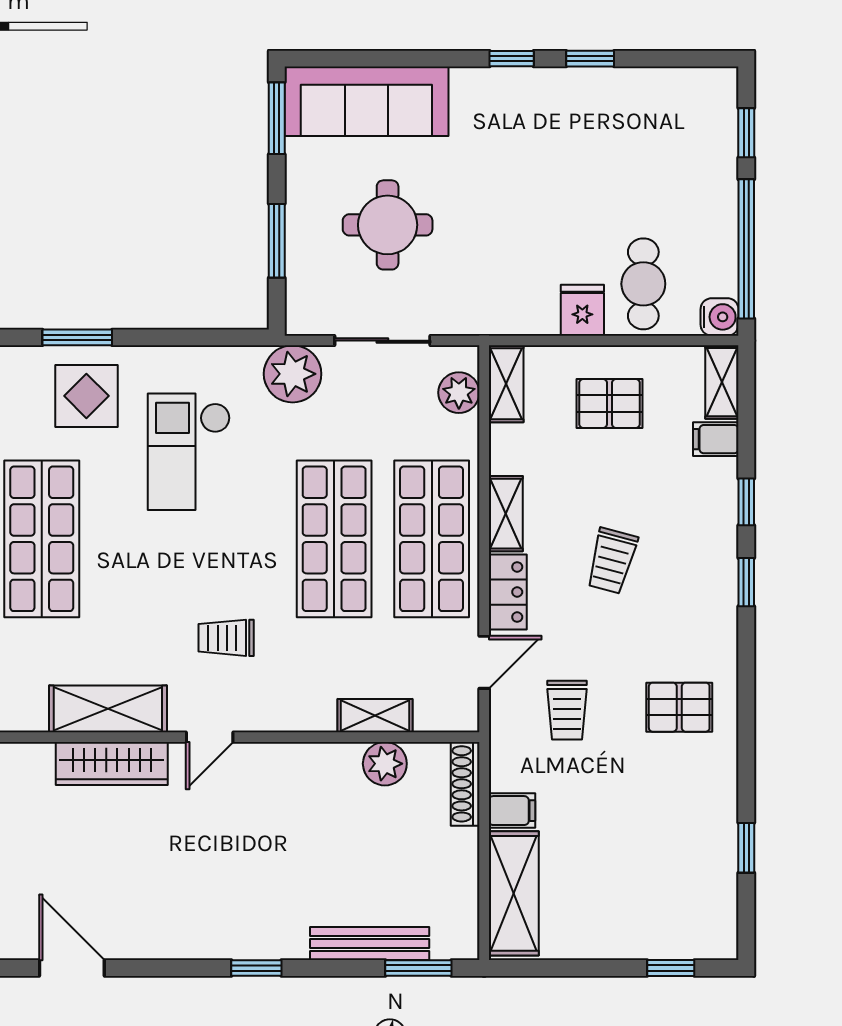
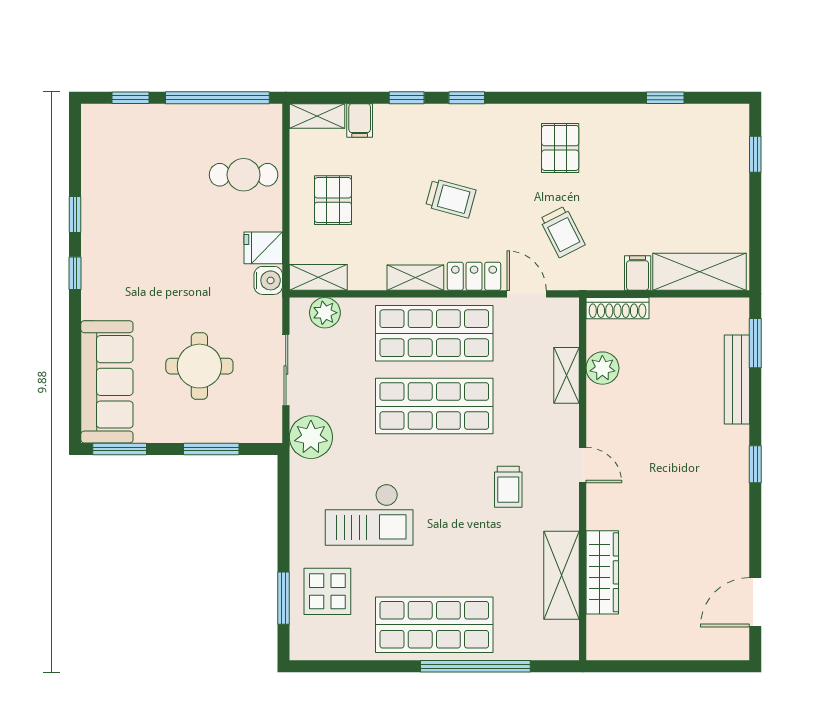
fridge: (582, 310) -> (263, 248), moved
water cooler: (720, 317) -> (268, 280), moved, turned 90
trolley: (567, 710) -> (562, 232), turned 63
door: (210, 737) -> (583, 465), moved

